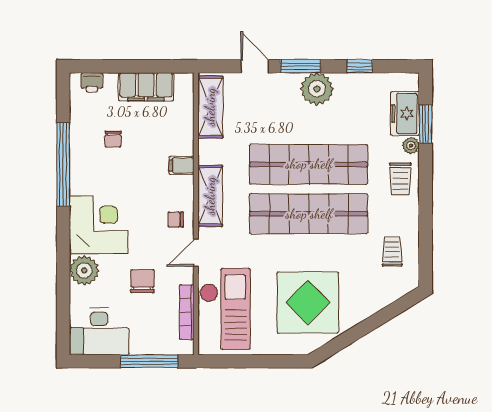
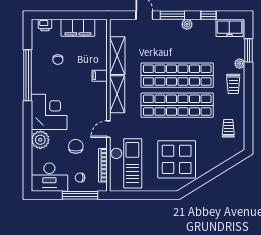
plant: (317, 89) -> (187, 24), width x0.53, depth x0.53
shelving: (210, 107) -> (117, 56), moved
freezer: (405, 114) -> (229, 28), moved, turned -90
chair: (176, 220) -> (80, 178), moved

